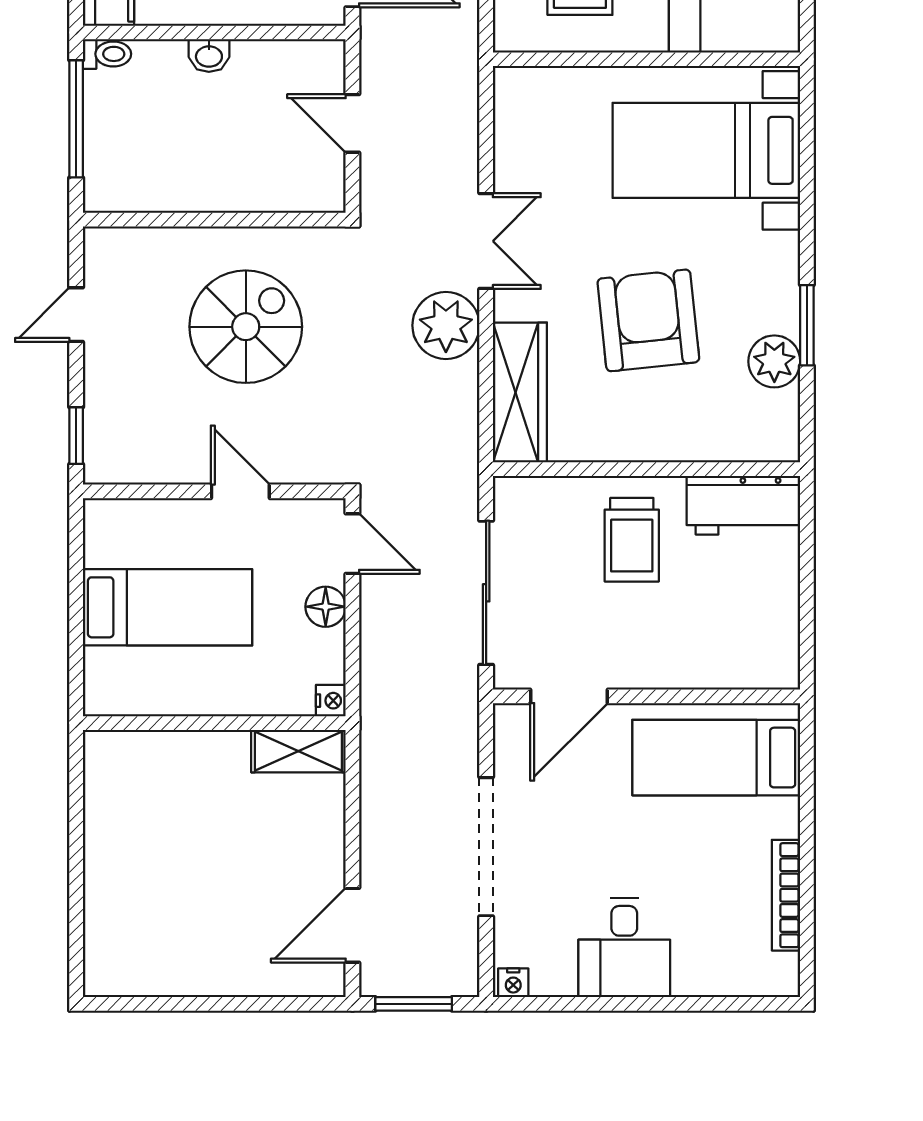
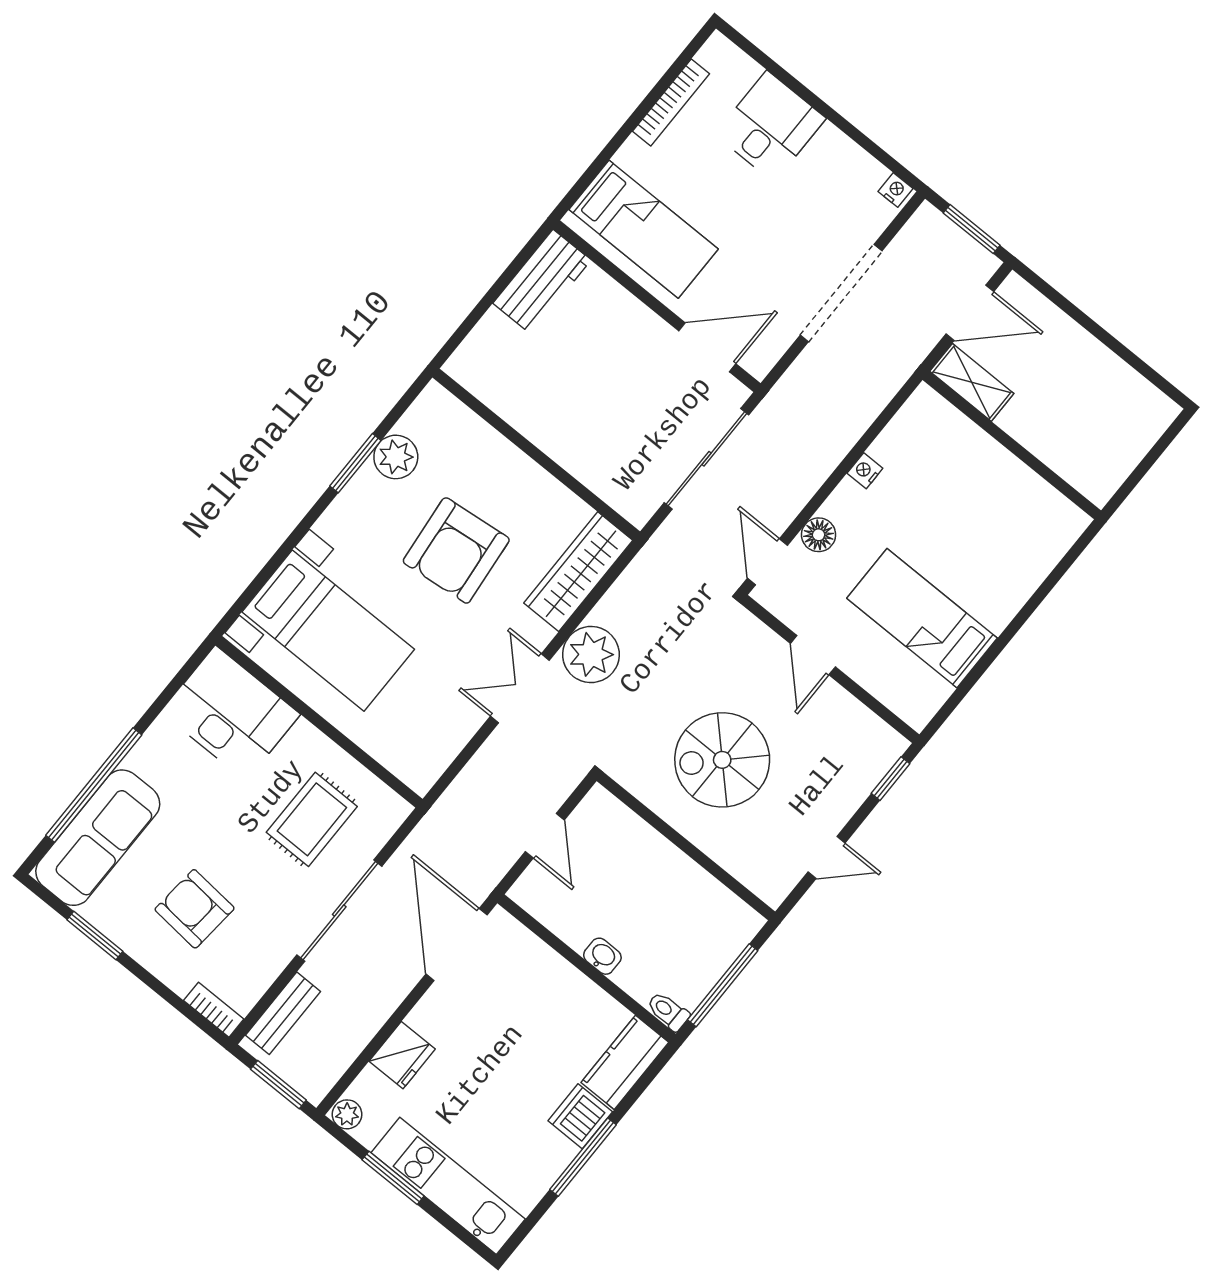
workbench: (743, 505) -> (542, 282), moved, turned 90
trolley: (632, 540) -> (583, 416), removed
wall: (214, 723) -> (1012, 445), moved
shelving: (298, 751) -> (972, 382), moved
desk: (624, 948) -> (770, 126), moved

